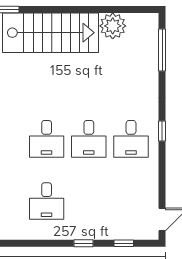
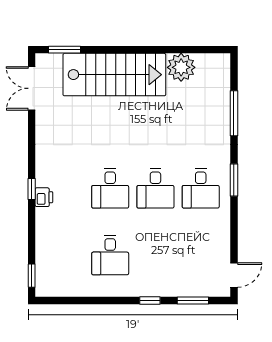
window: (162, 50) -> (234, 113), moved
window: (162, 131) -> (234, 180), width x1.50
window: (124, 243) -> (193, 300), width x1.50

